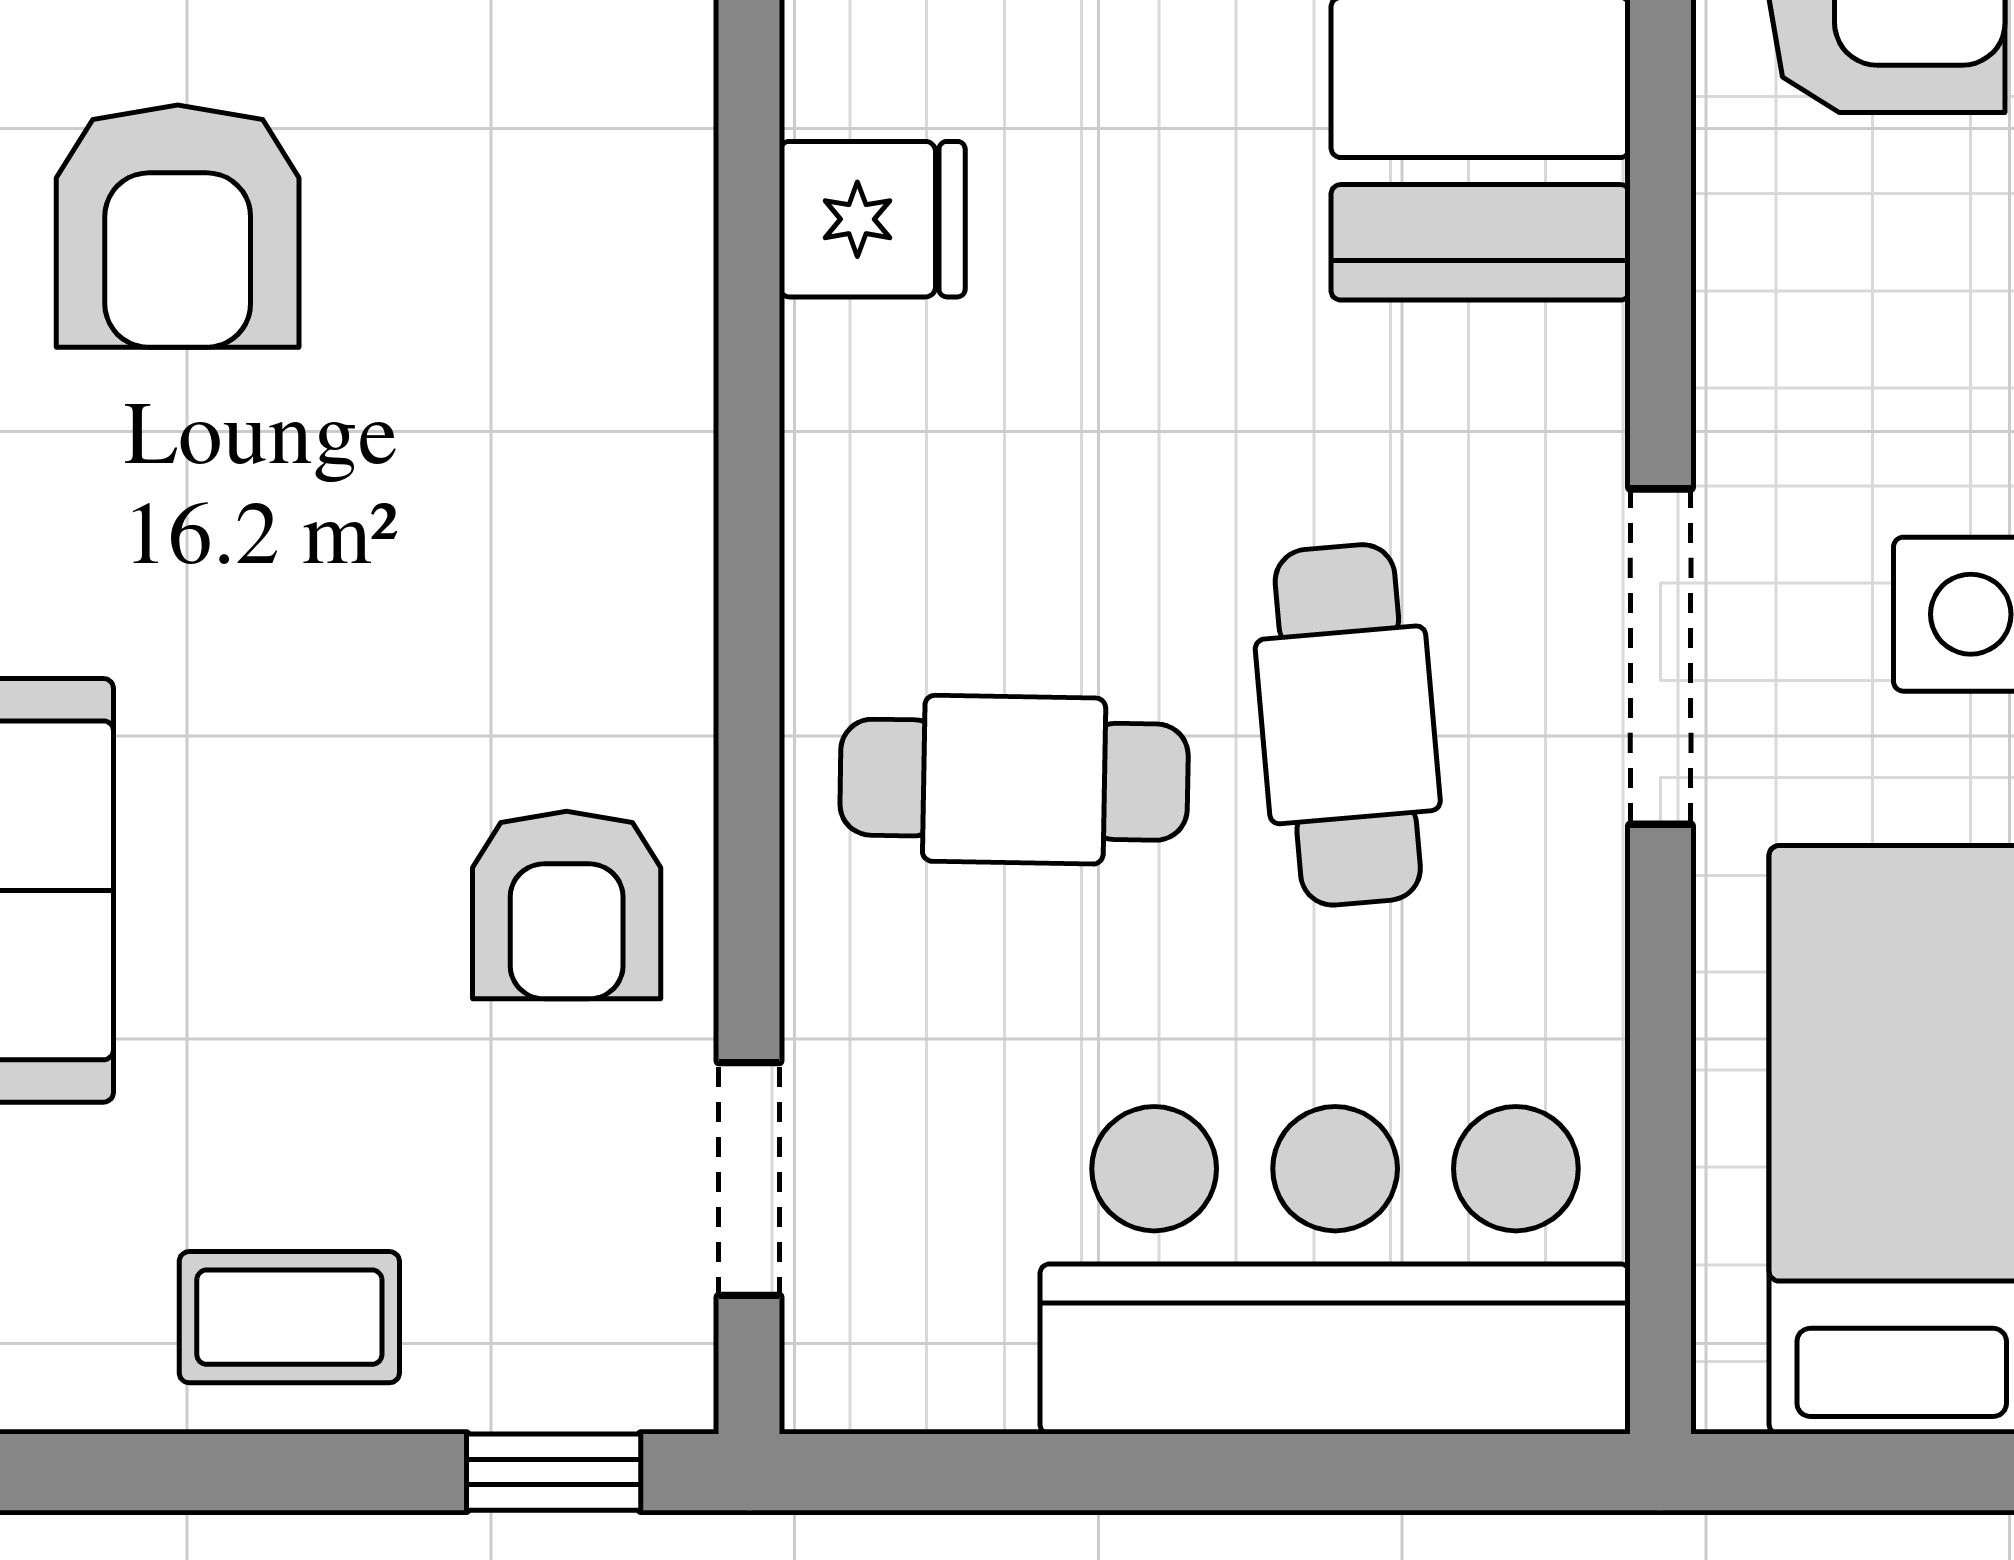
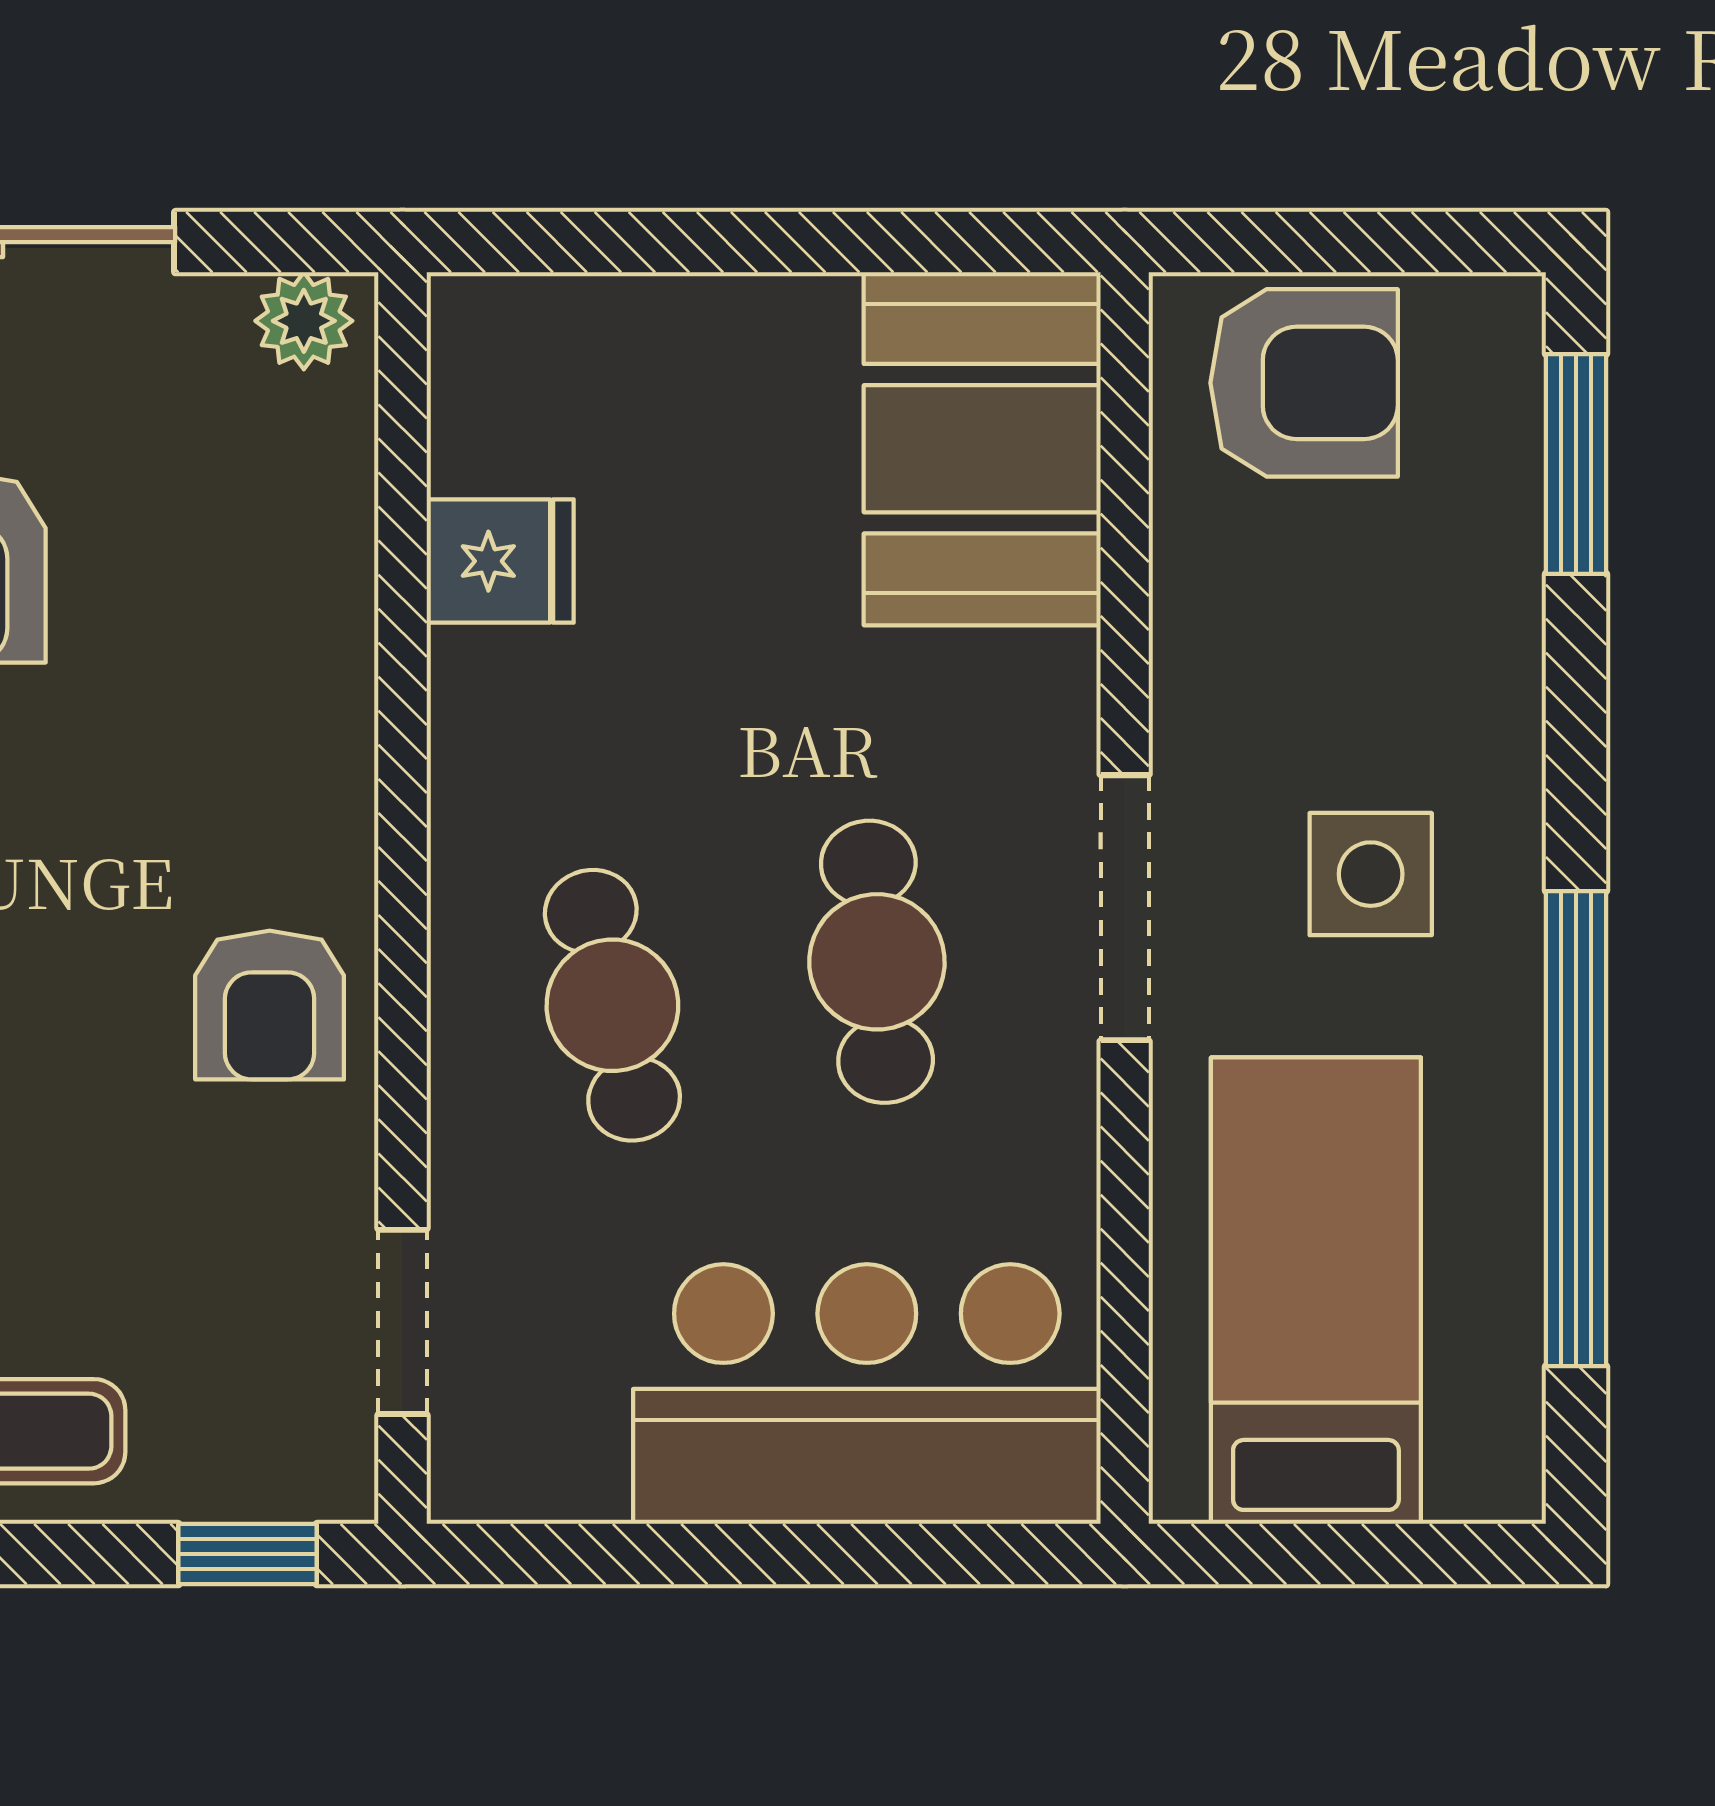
cafe table: (1014, 780) -> (612, 1005), turned 76
armchair: (567, 905) -> (270, 1005), moved

